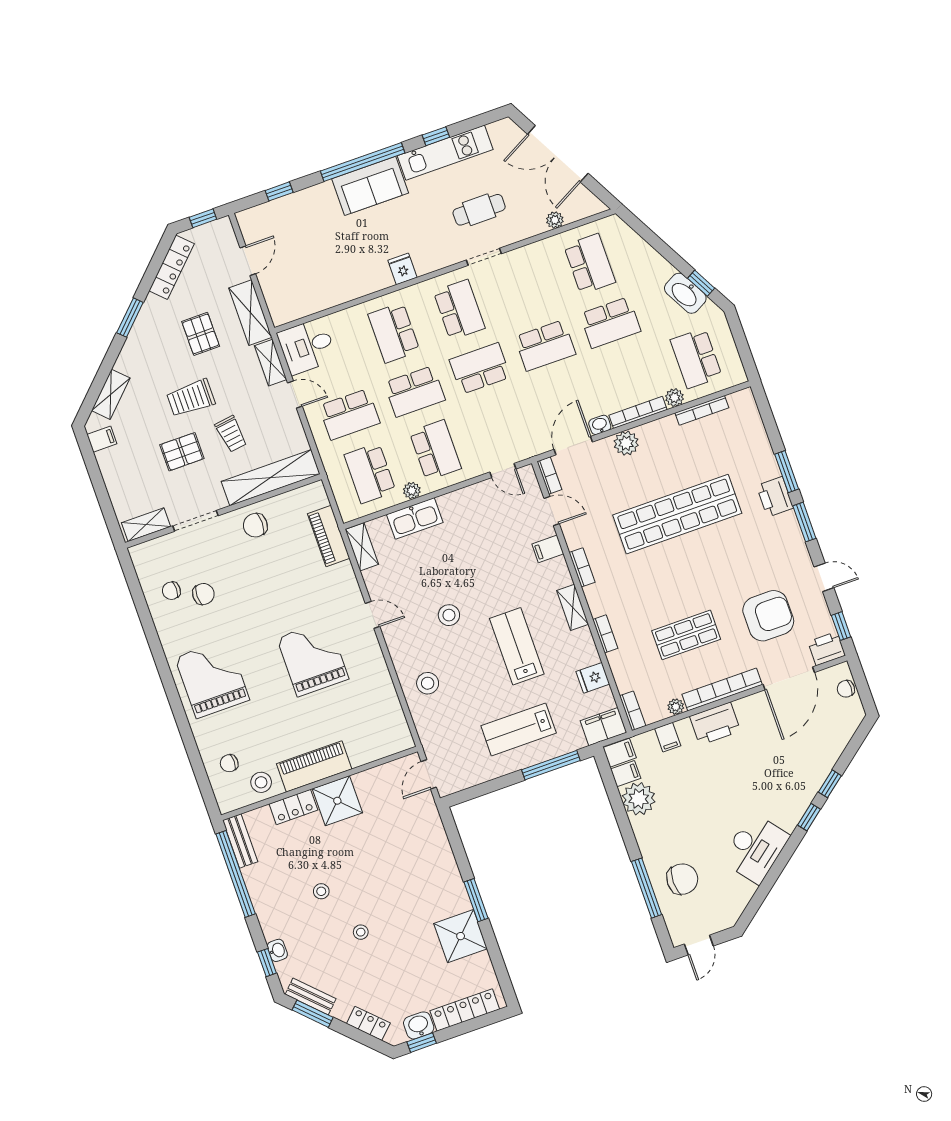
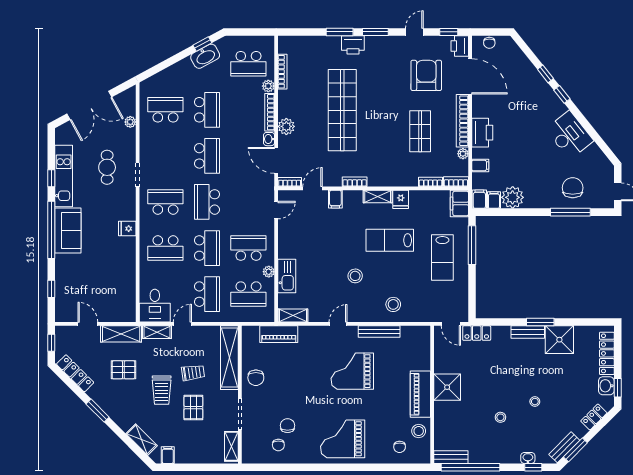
bookcase: (605, 634) -> (431, 182), moved
bench: (382, 677) -> (379, 332), added
fridge: (593, 678) -> (401, 199), moved
locker: (293, 807) -> (477, 333), moved, turned 90
bench: (456, 887) -> (528, 332), added

